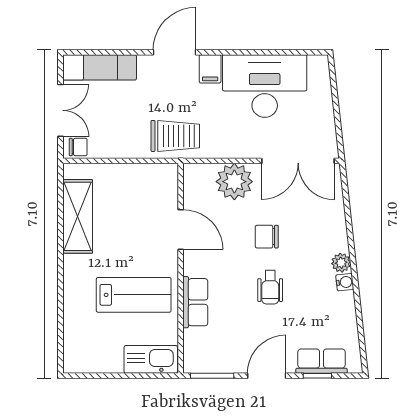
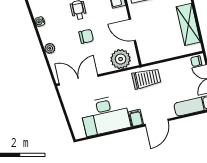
trolley: (175, 136) -> (146, 78), turned 180
plant: (234, 182) -> (121, 59), moved
plant: (341, 263) -> (50, 48), moved

